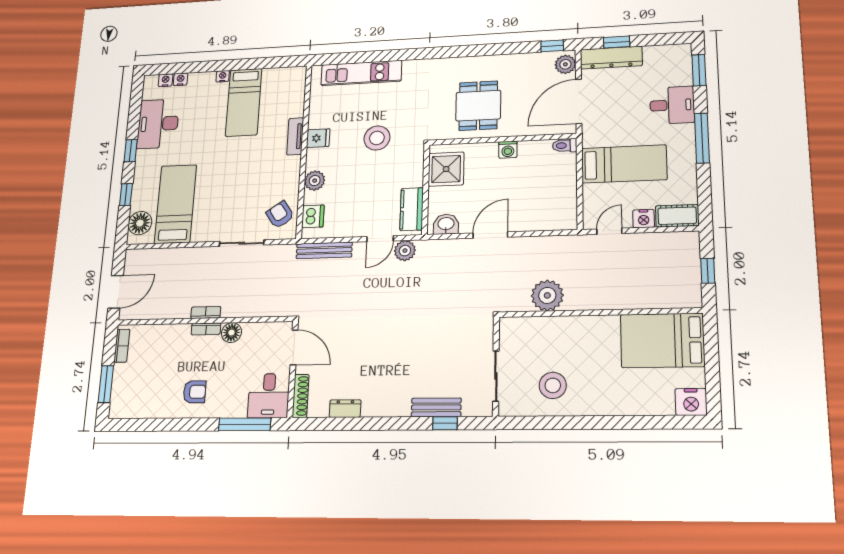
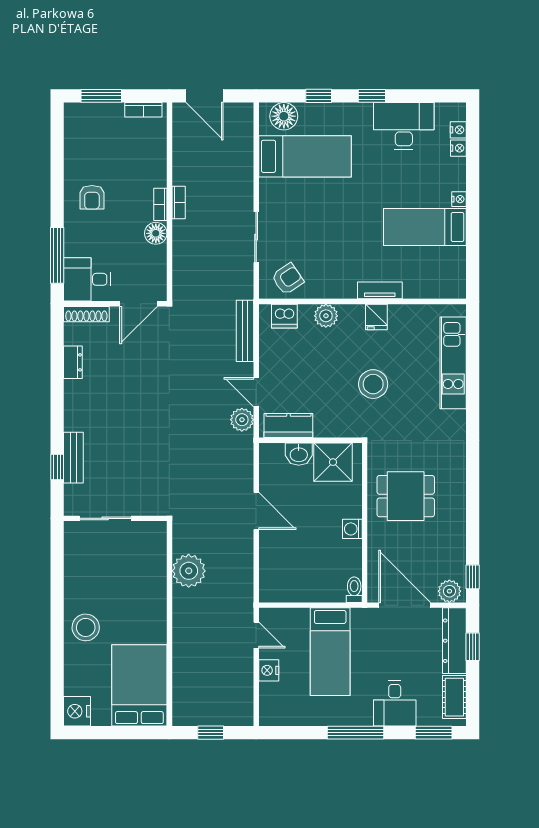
cot: (677, 216) -> (454, 697), moved
washbasin: (446, 224) -> (299, 454), moved, turned 90
stool: (553, 385) -> (86, 627), moved

